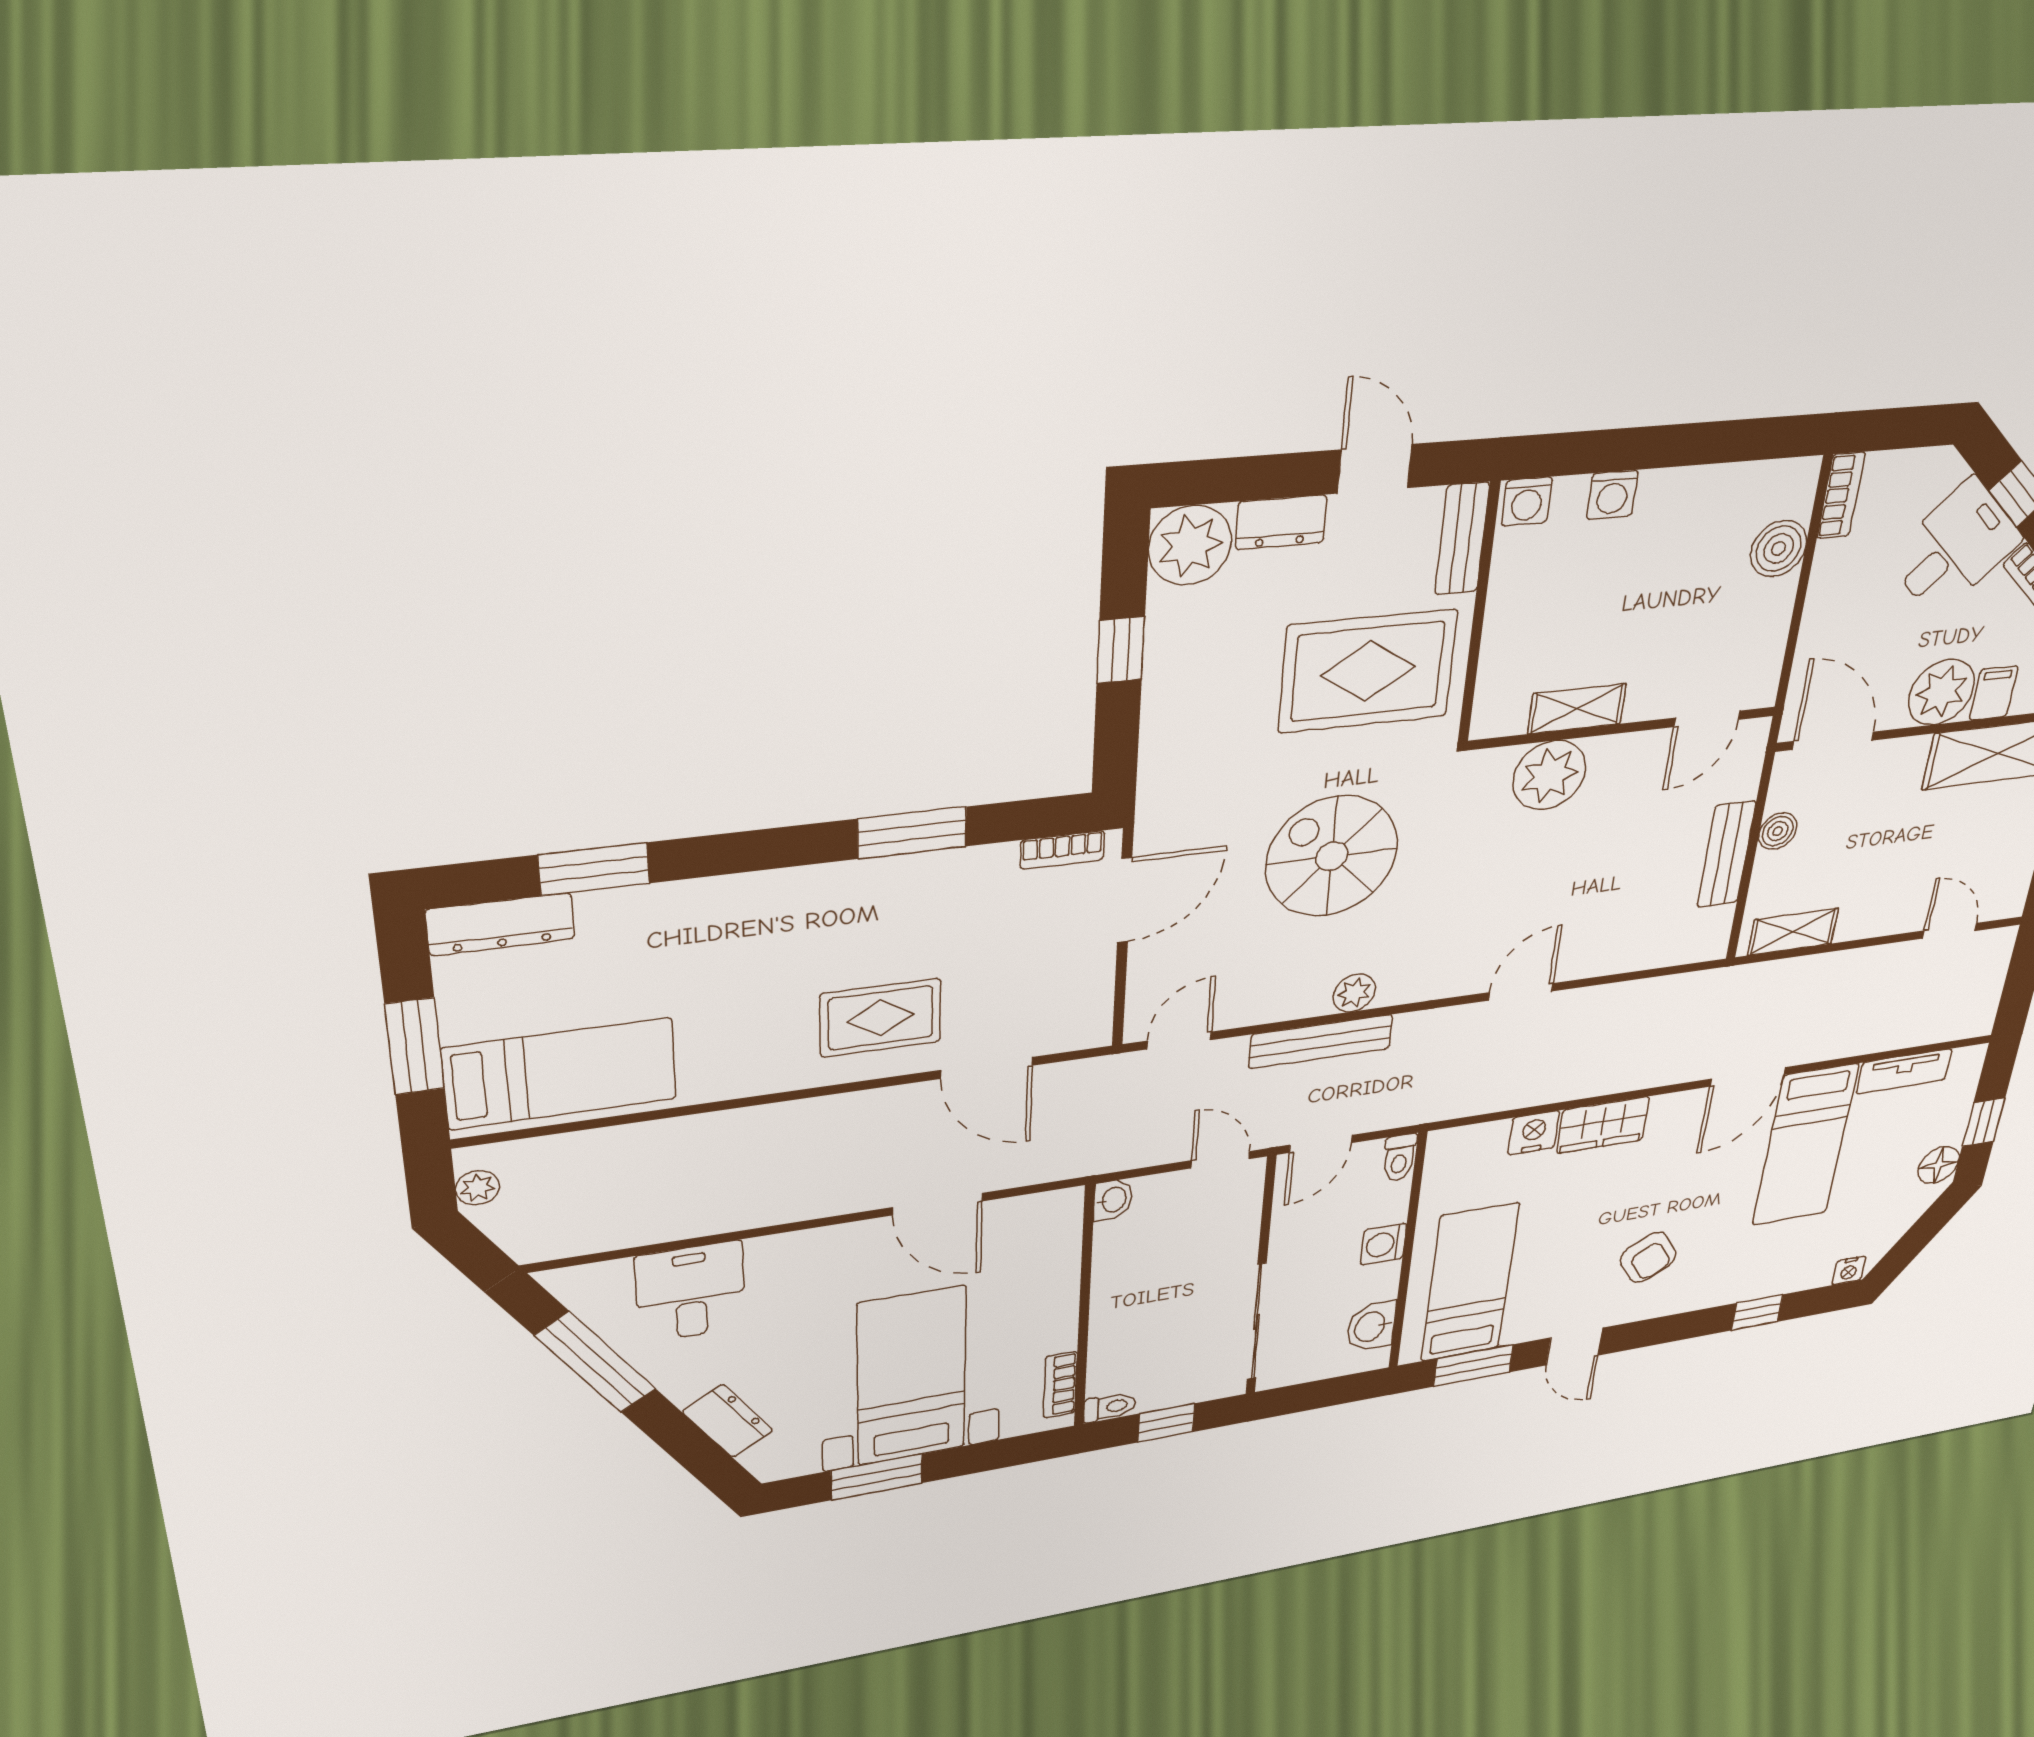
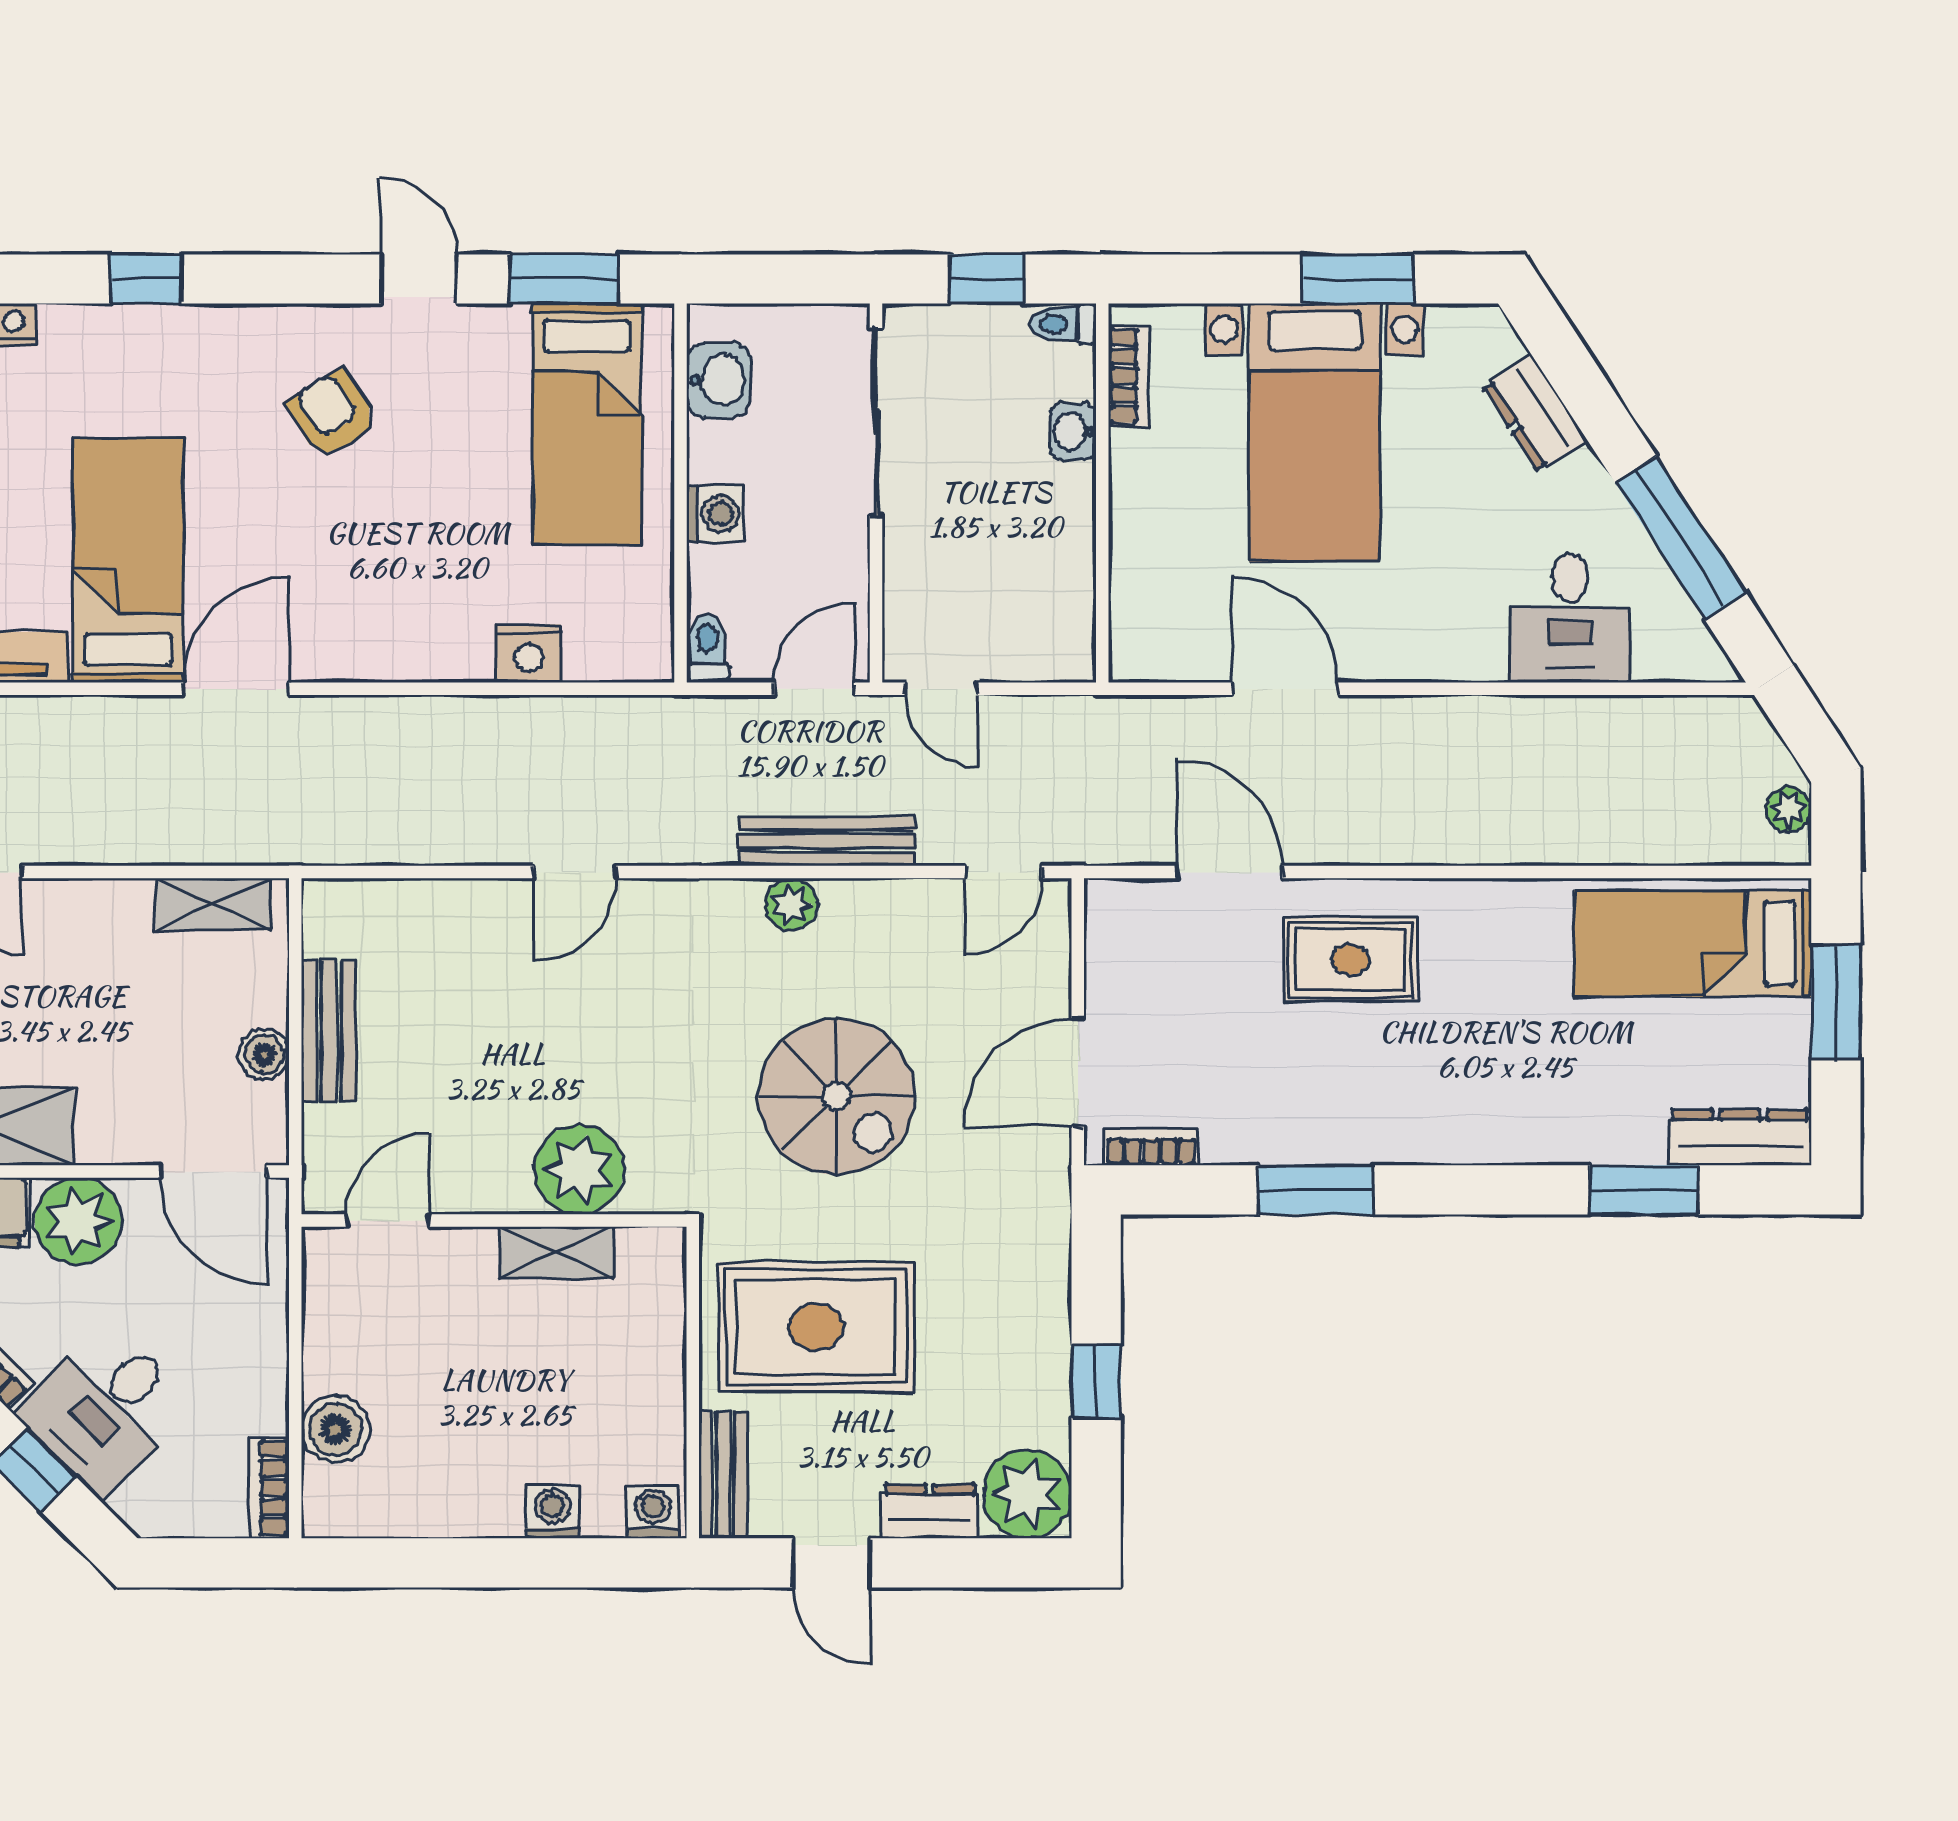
wardrobe: (1603, 1125) -> (433, 648), removed
washbasin: (1113, 1200) -> (1073, 432), moved

